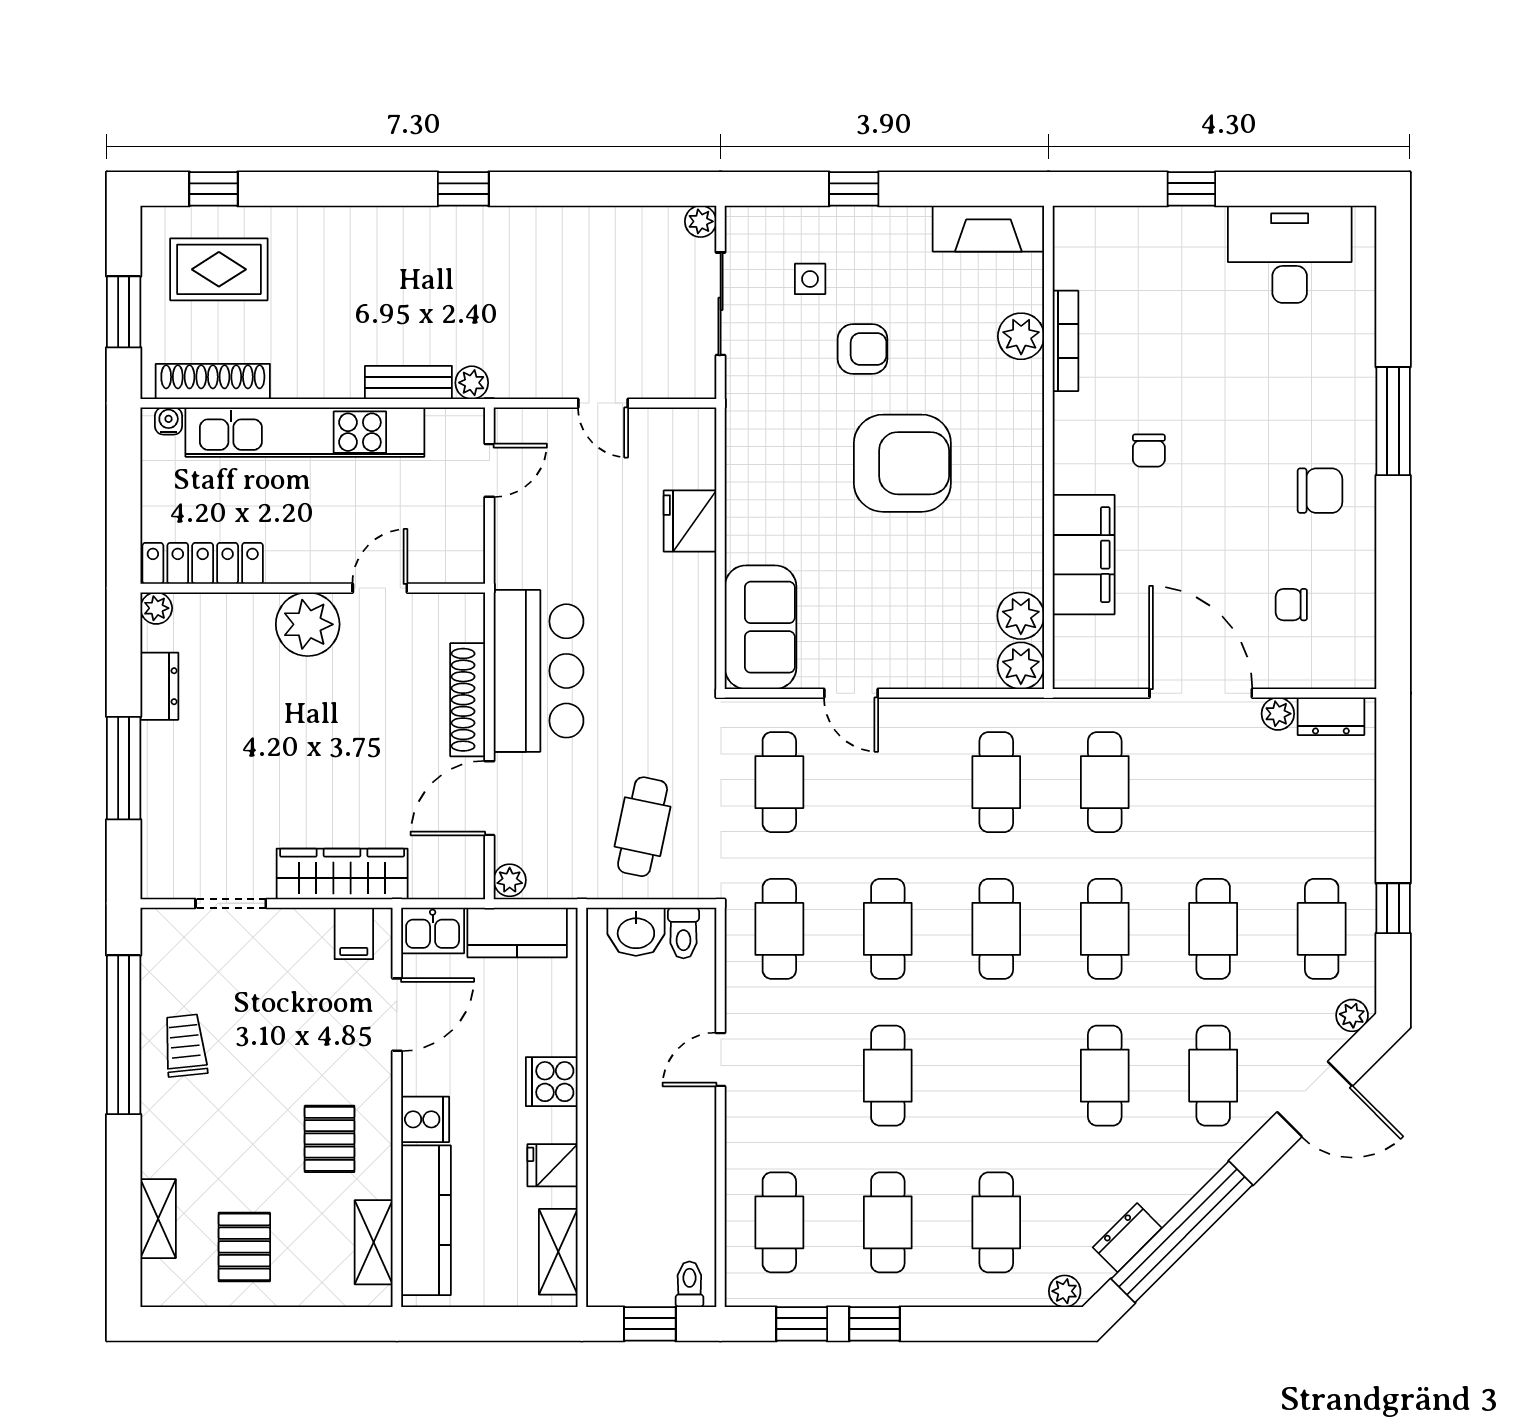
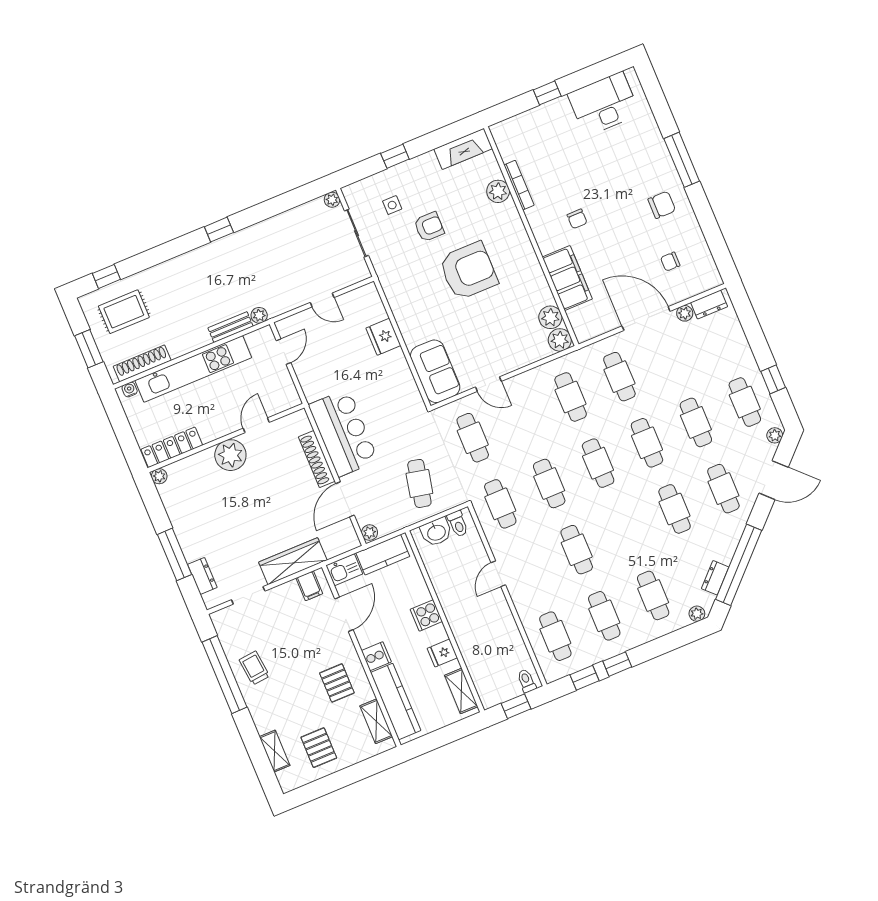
dresser: (159, 686) -> (202, 576), moved

